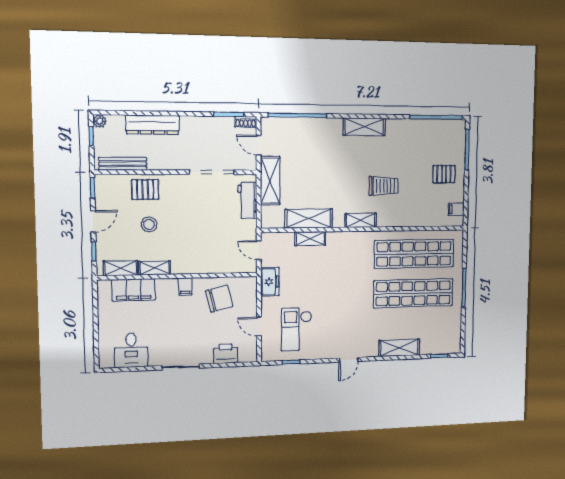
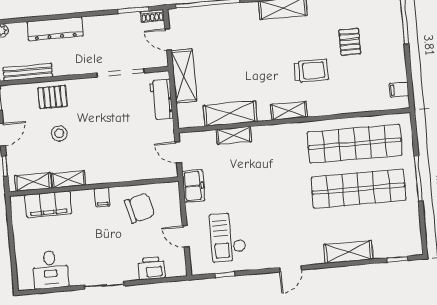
pallet: (444, 174) -> (350, 42), moved, turned 90

